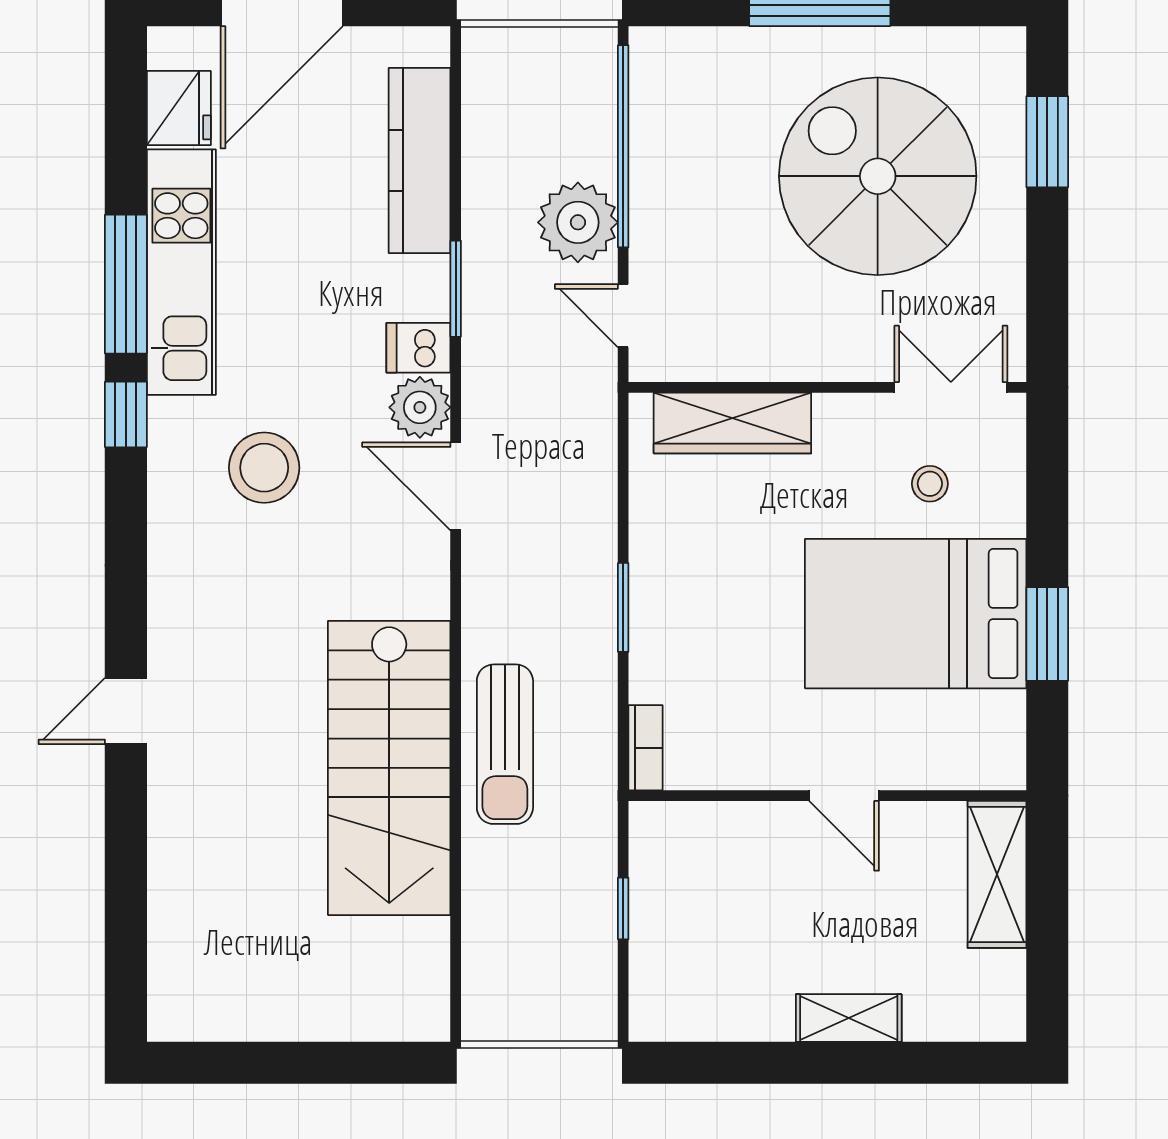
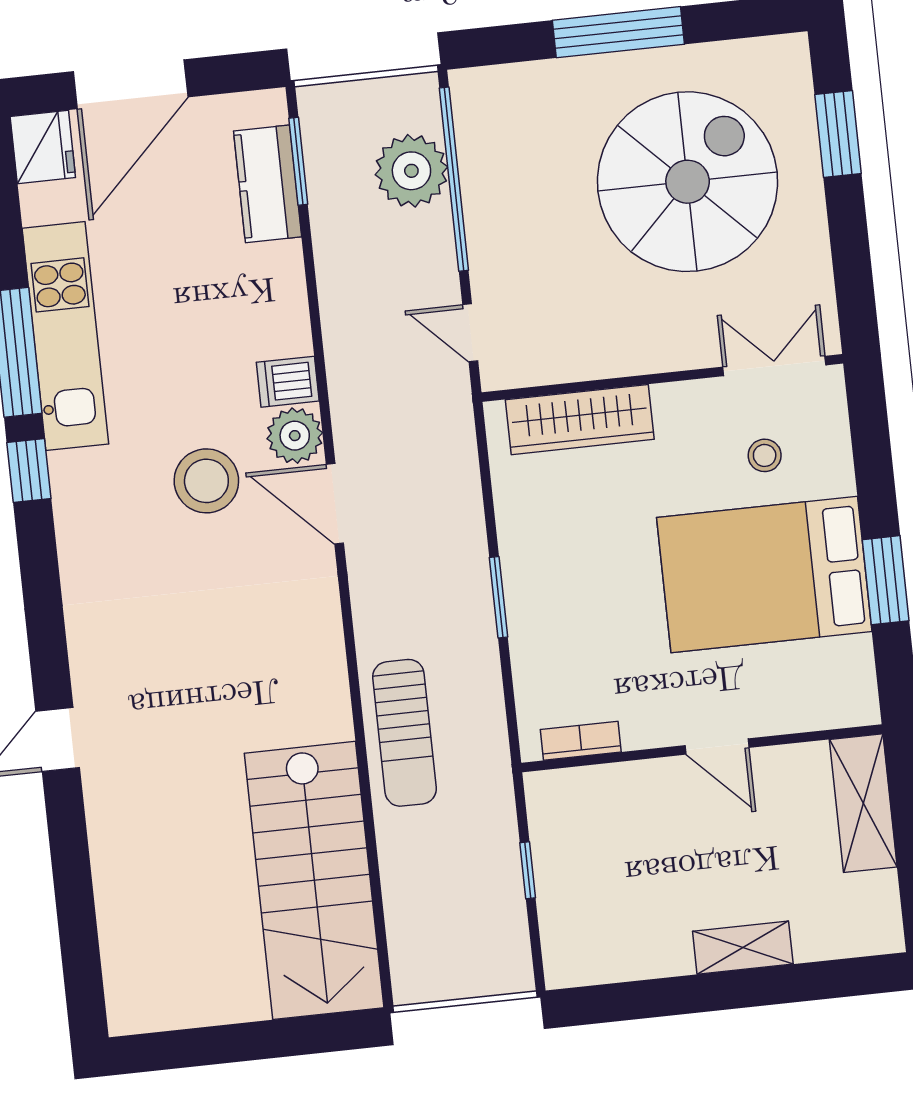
fridge: (179, 108) -> (43, 147), moved
kitchen counter: (420, 161) -> (268, 184), width x0.67
spiral stairs: (878, 176) -> (688, 182), turned 90
plant: (578, 222) -> (411, 171), moved
window: (456, 289) -> (298, 161), moved
stool: (264, 468) -> (206, 481), moved
bookcase: (646, 748) -> (581, 741), moved, turned -90
stairs: (389, 768) -> (314, 880), moved

